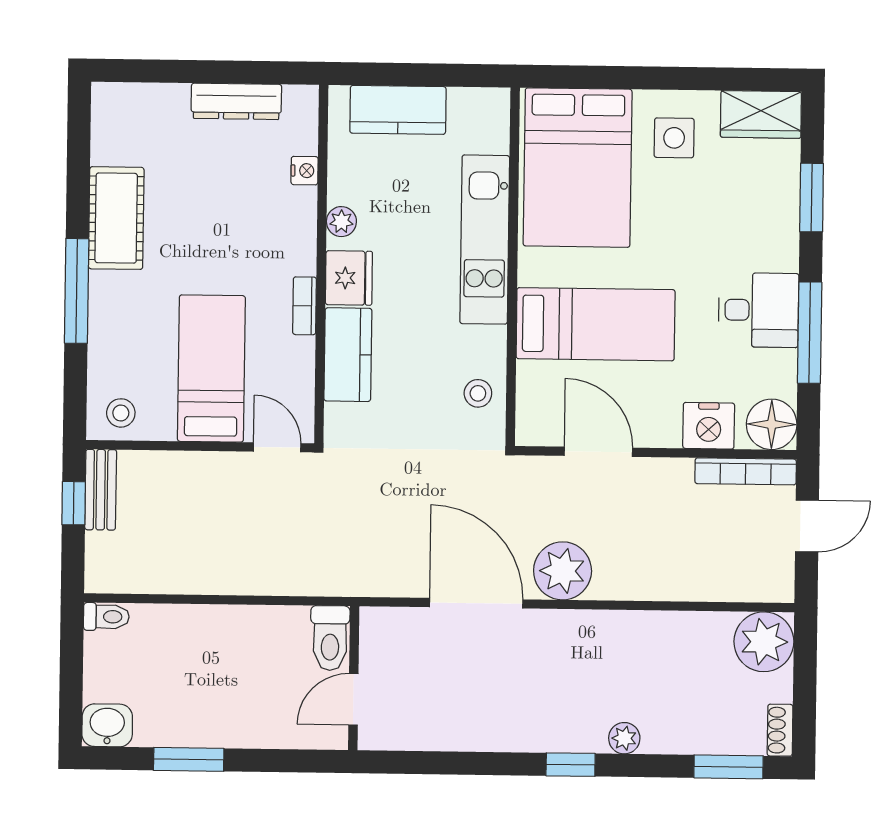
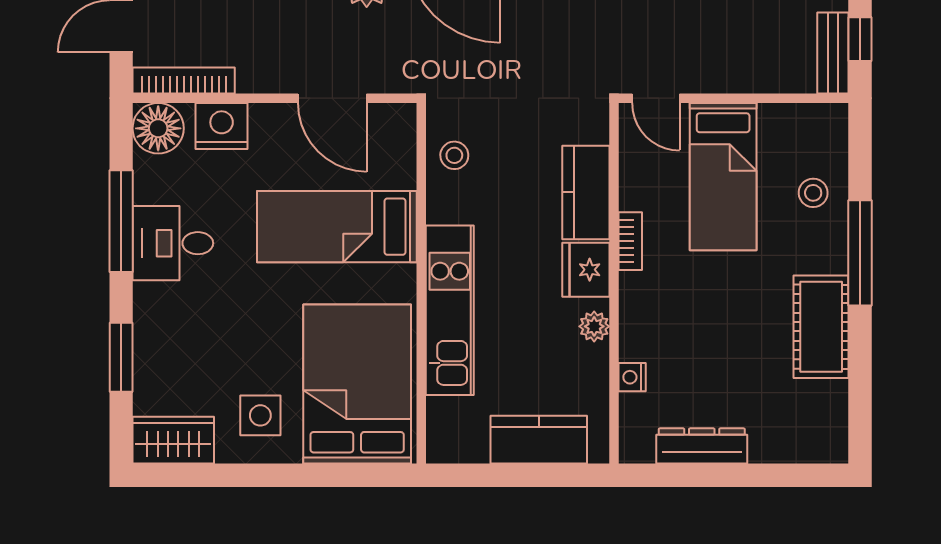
stool: (121, 413) -> (813, 193), moved

